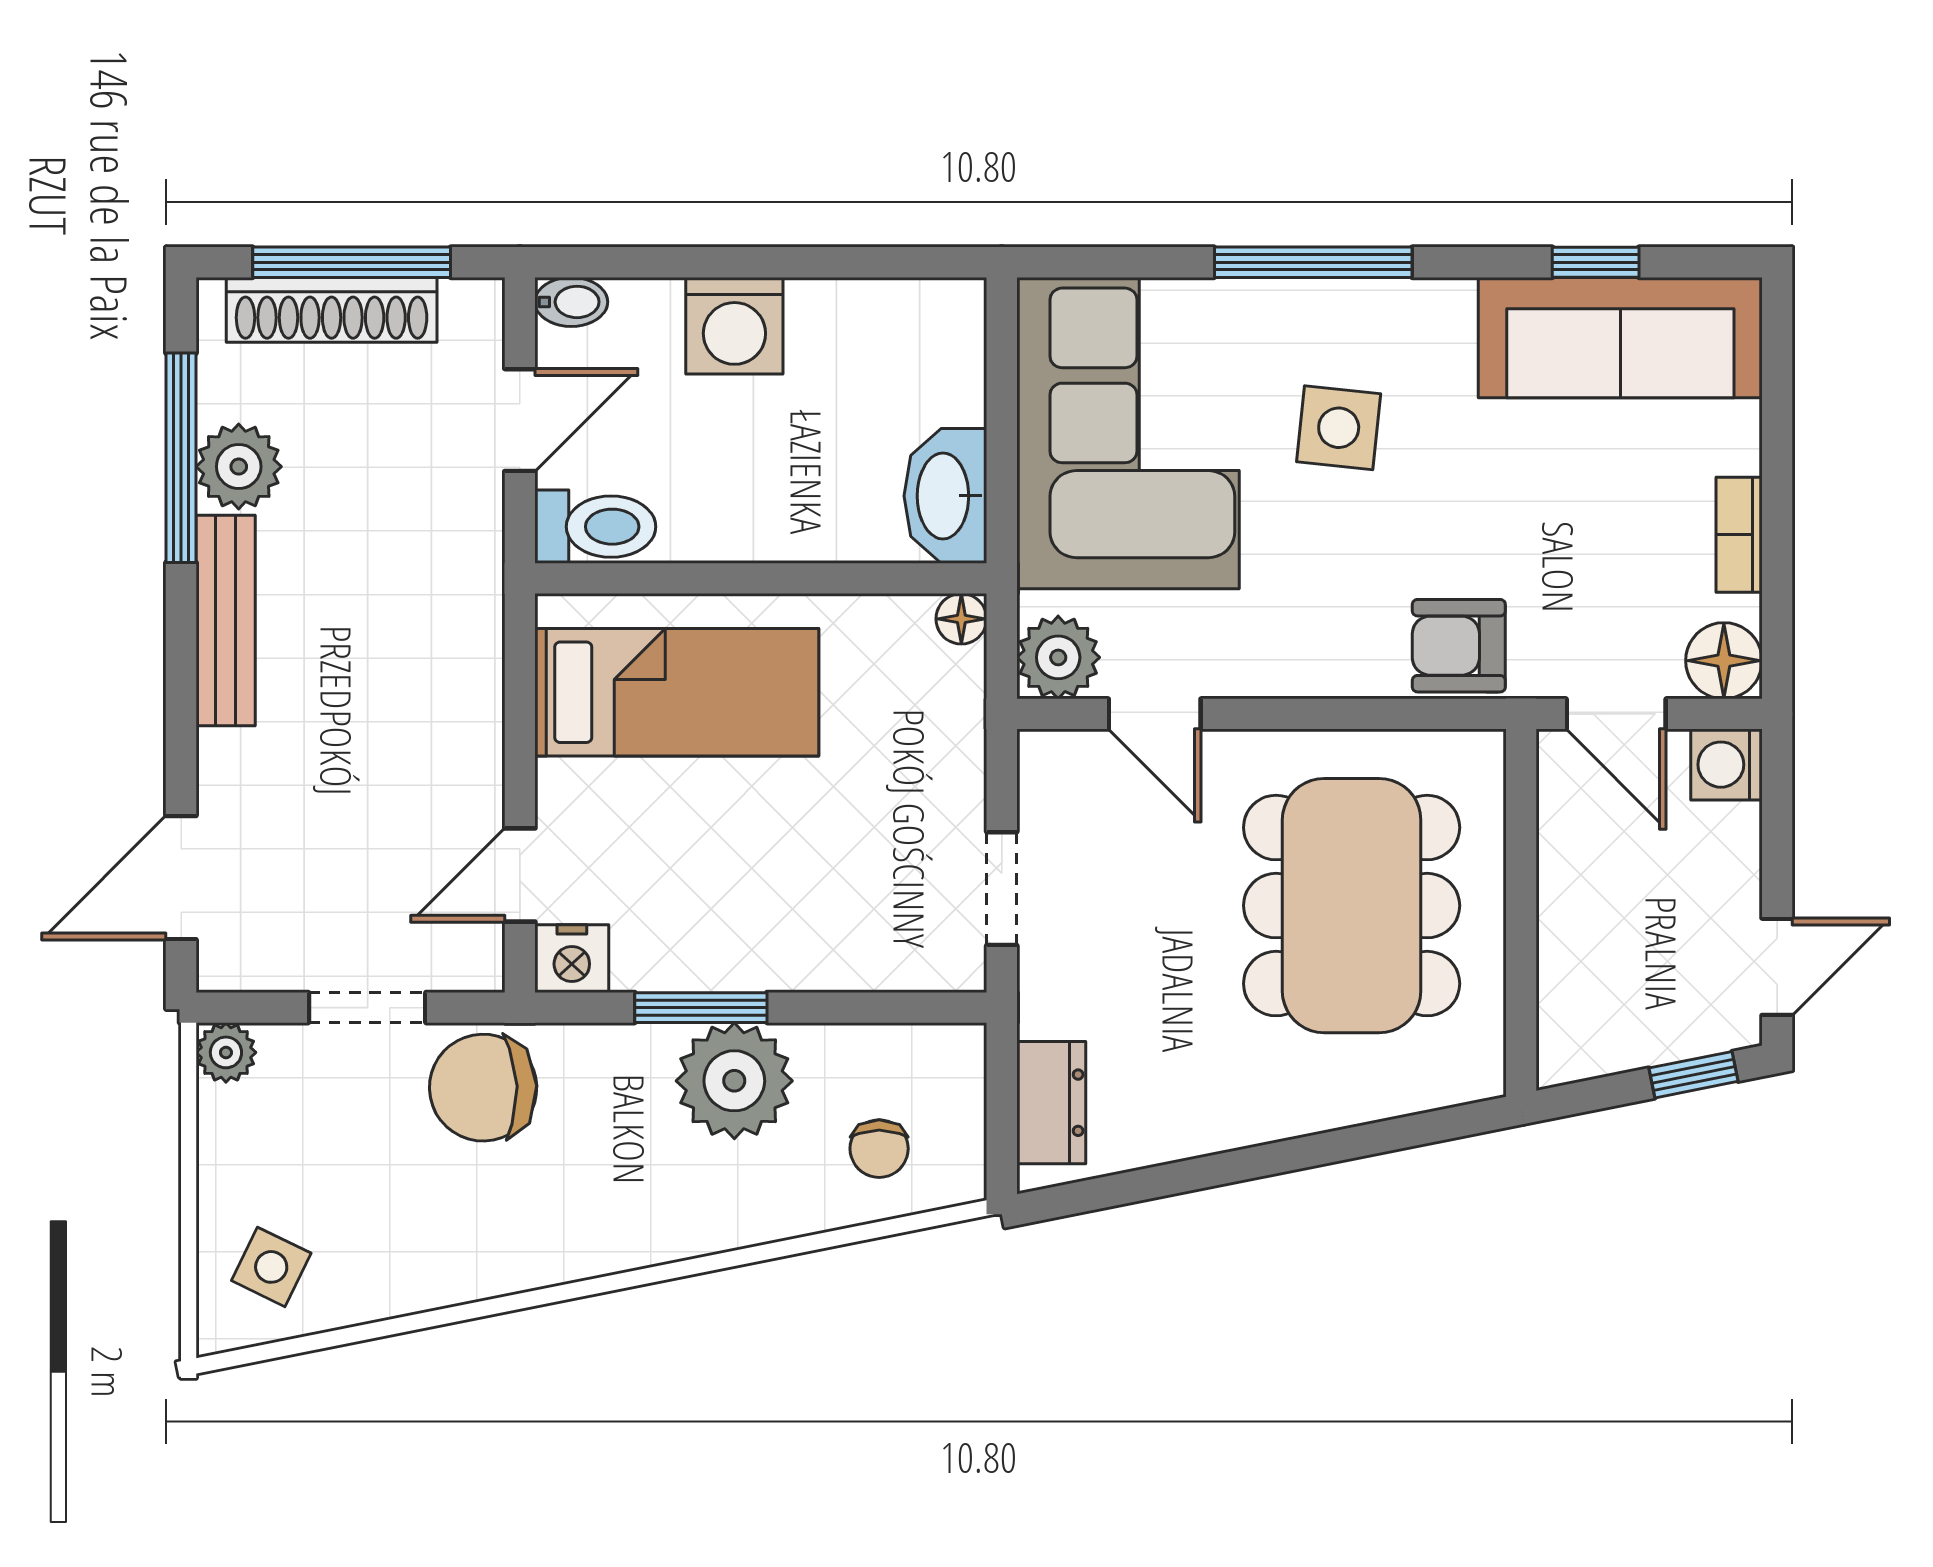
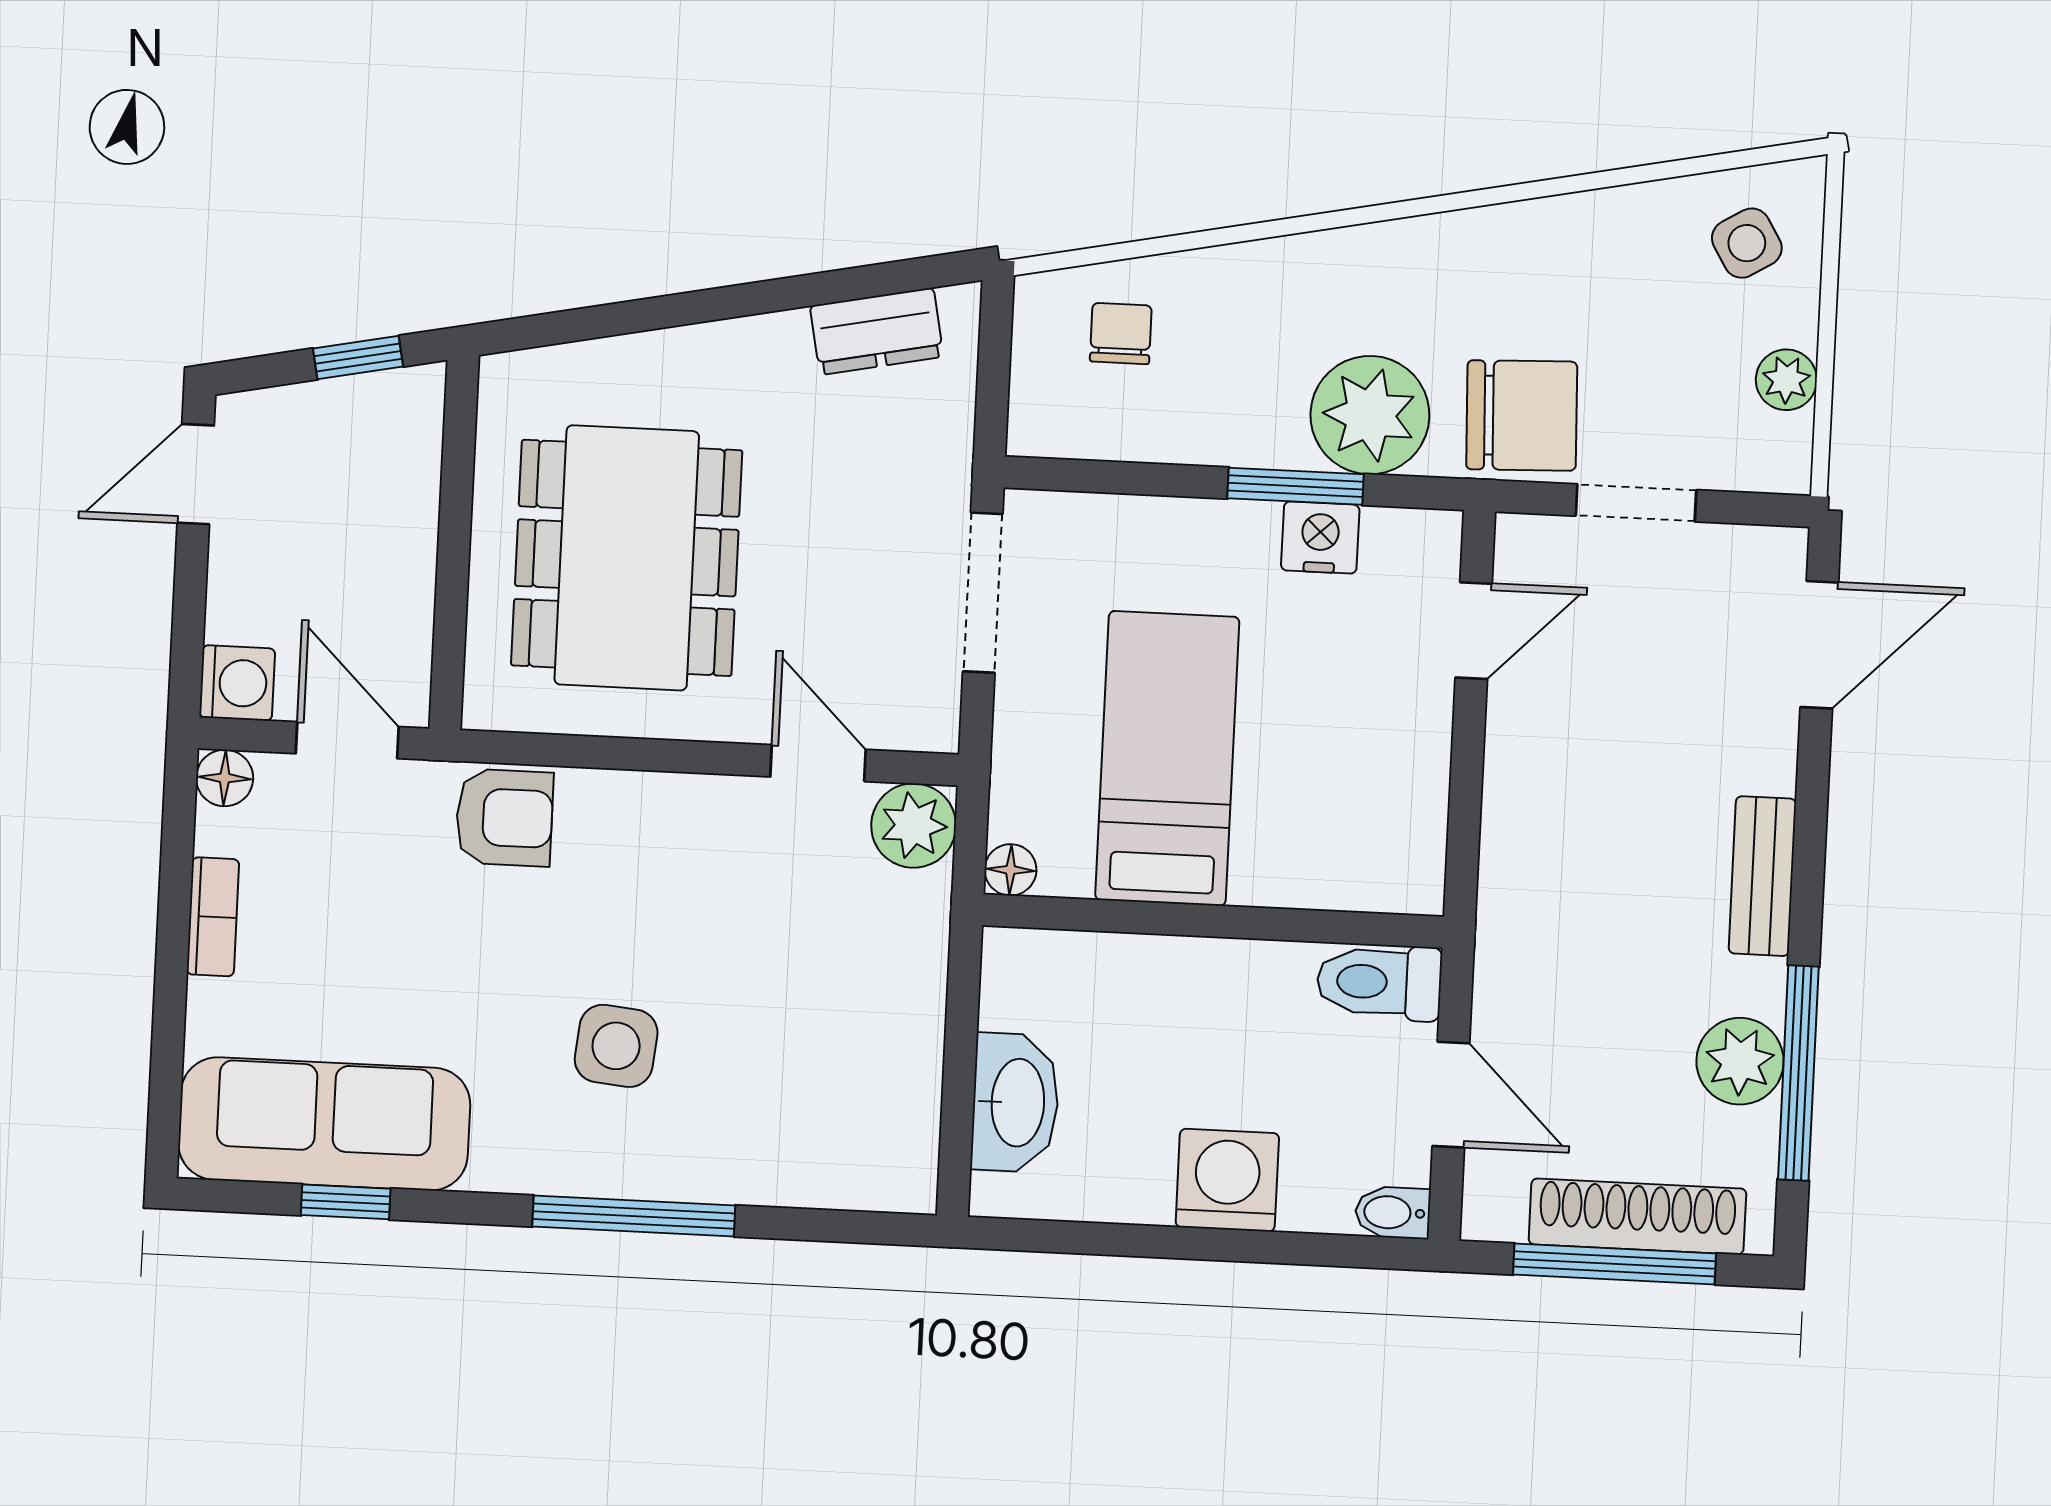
door: (520, 420) -> (1451, 1095), swing flipped
corner sofa: (1128, 433) -> (831, 1051), removed
washbasin: (945, 496) -> (1015, 1103), moved
bench: (226, 621) -> (1762, 876), width x0.73
floor lamp: (1724, 661) -> (225, 778), width x0.73, depth x0.73
bed: (677, 692) -> (1167, 758), moved, turned 90
doorway: (1002, 889) -> (983, 593), width x1.38
nightstand: (572, 959) -> (1320, 538), moved
plant: (226, 1052) -> (1786, 380), moved
window: (1694, 1075) -> (358, 358), moved
plant: (734, 1081) -> (1370, 415), moved
dresser: (1051, 1103) -> (877, 331), moved, turned -101
side table: (271, 1267) -> (1747, 243), turned 33

